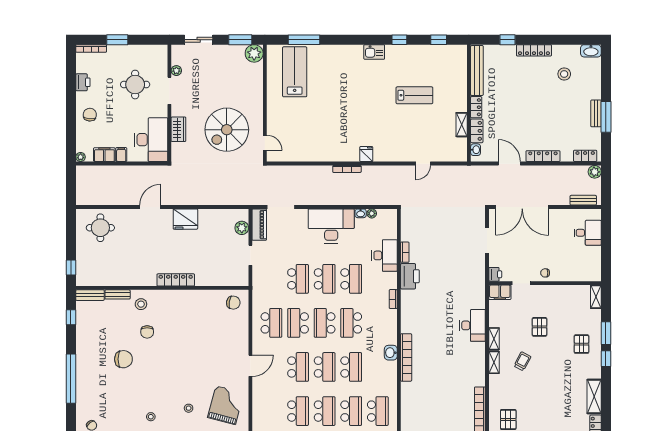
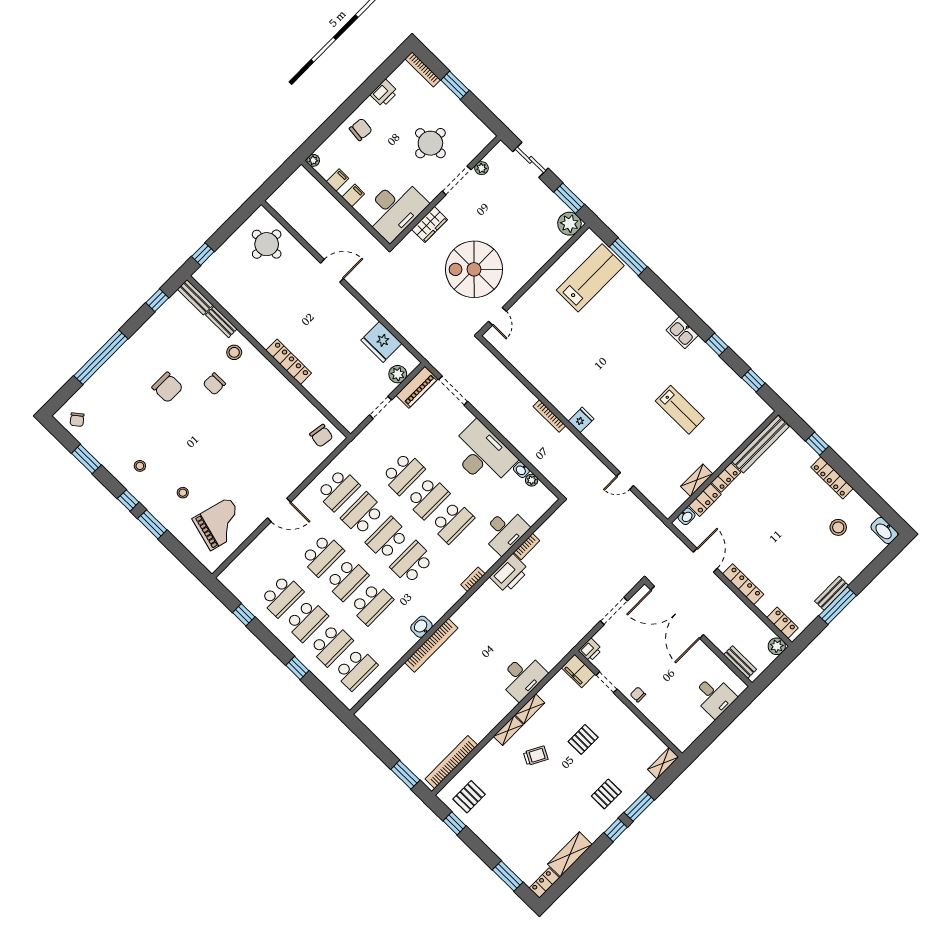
filing cabinet: (104, 155) -> (337, 180), width x0.50
fridge: (185, 219) -> (381, 342), moved

